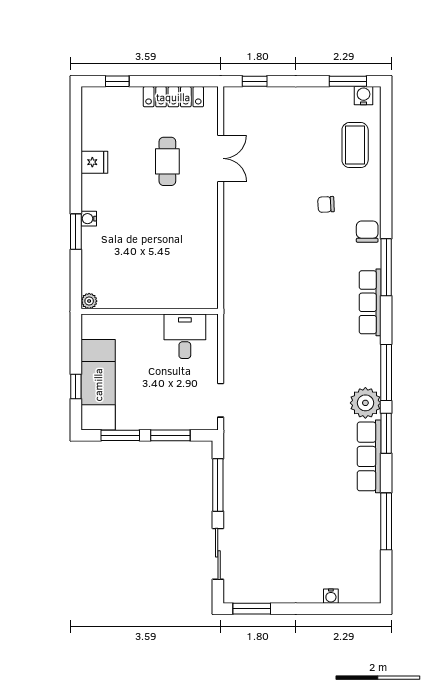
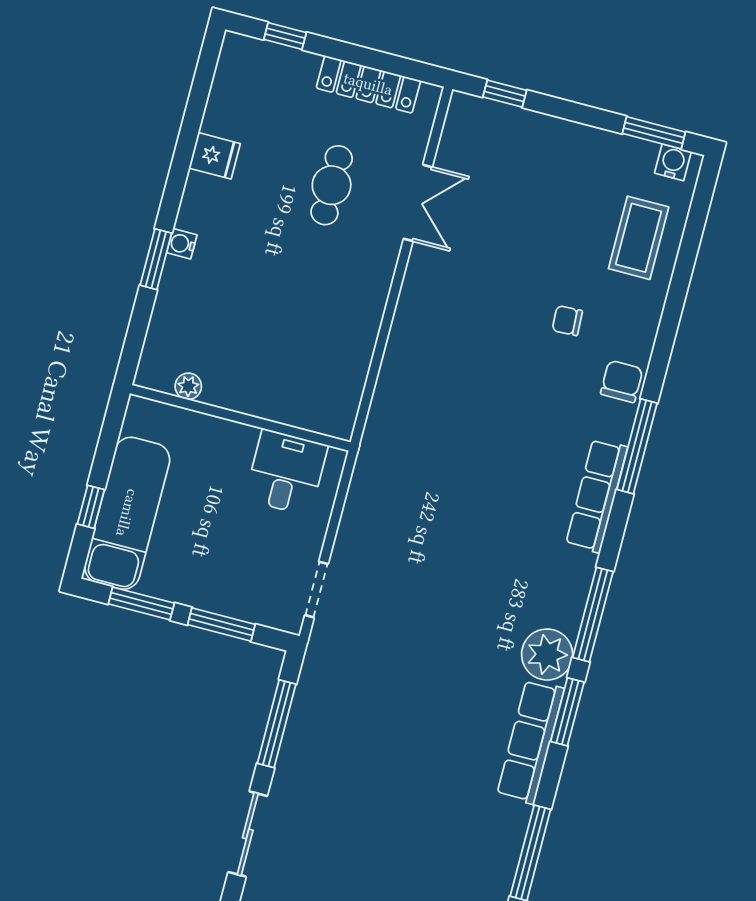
plant: (89, 301) -> (188, 386), moved

